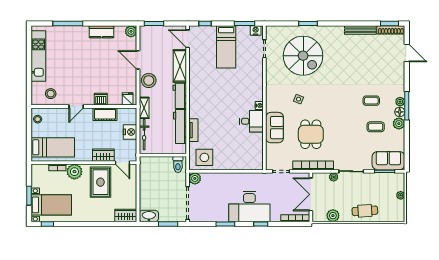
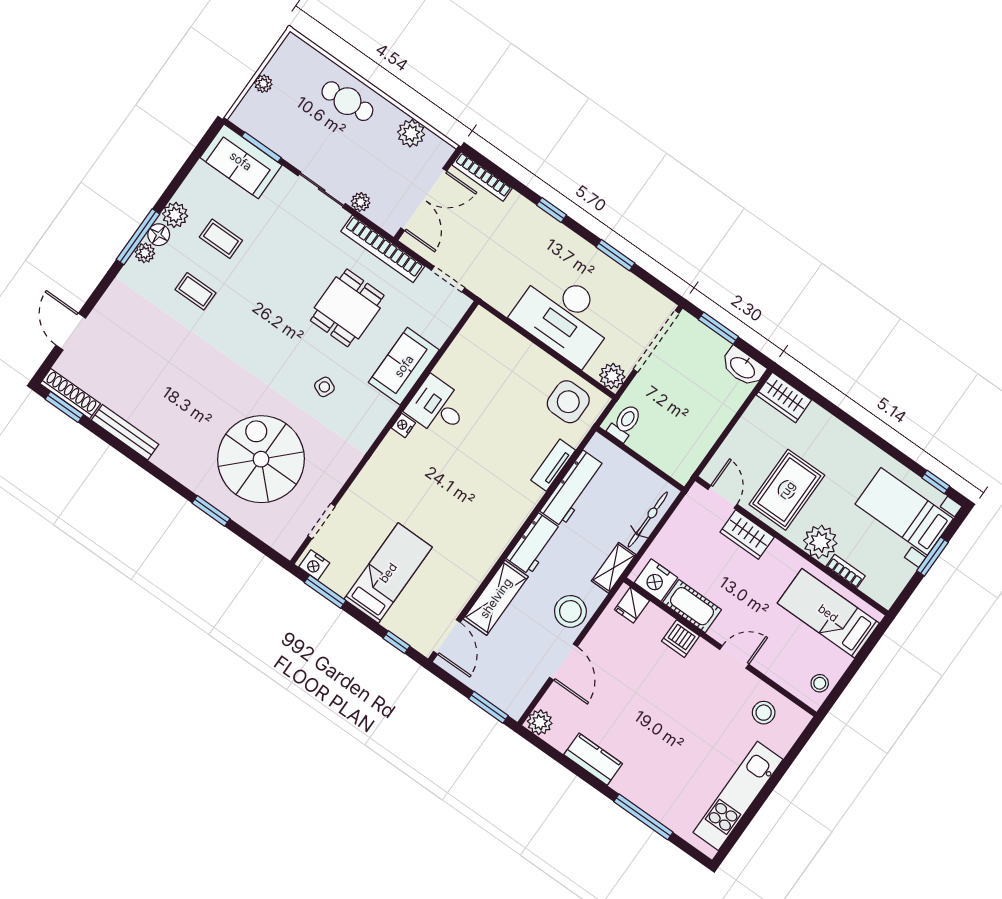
nightstand: (130, 132) -> (656, 580), moved, turned -90
desk: (249, 206) -> (564, 316), moved, turned 180

